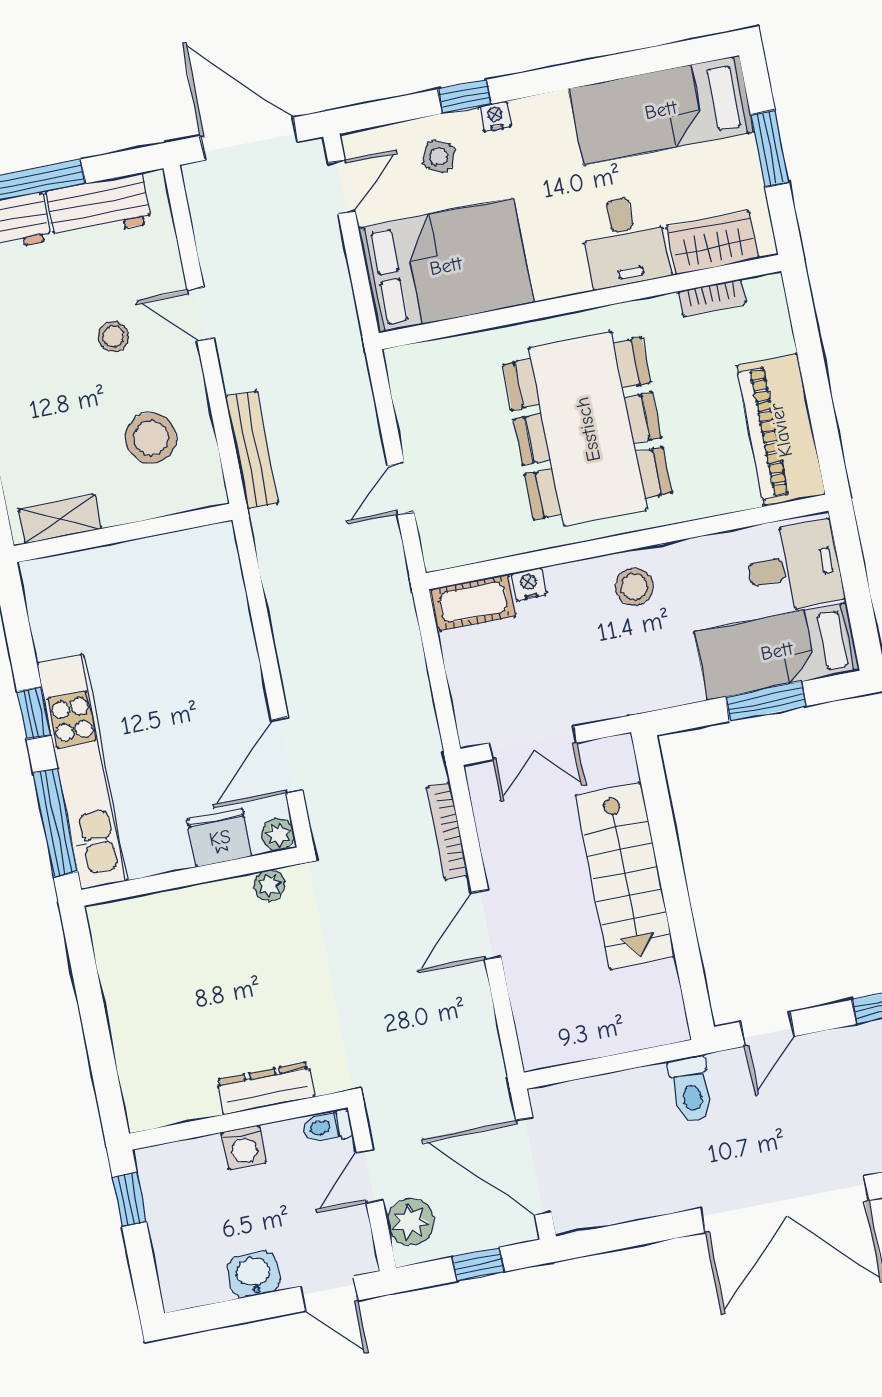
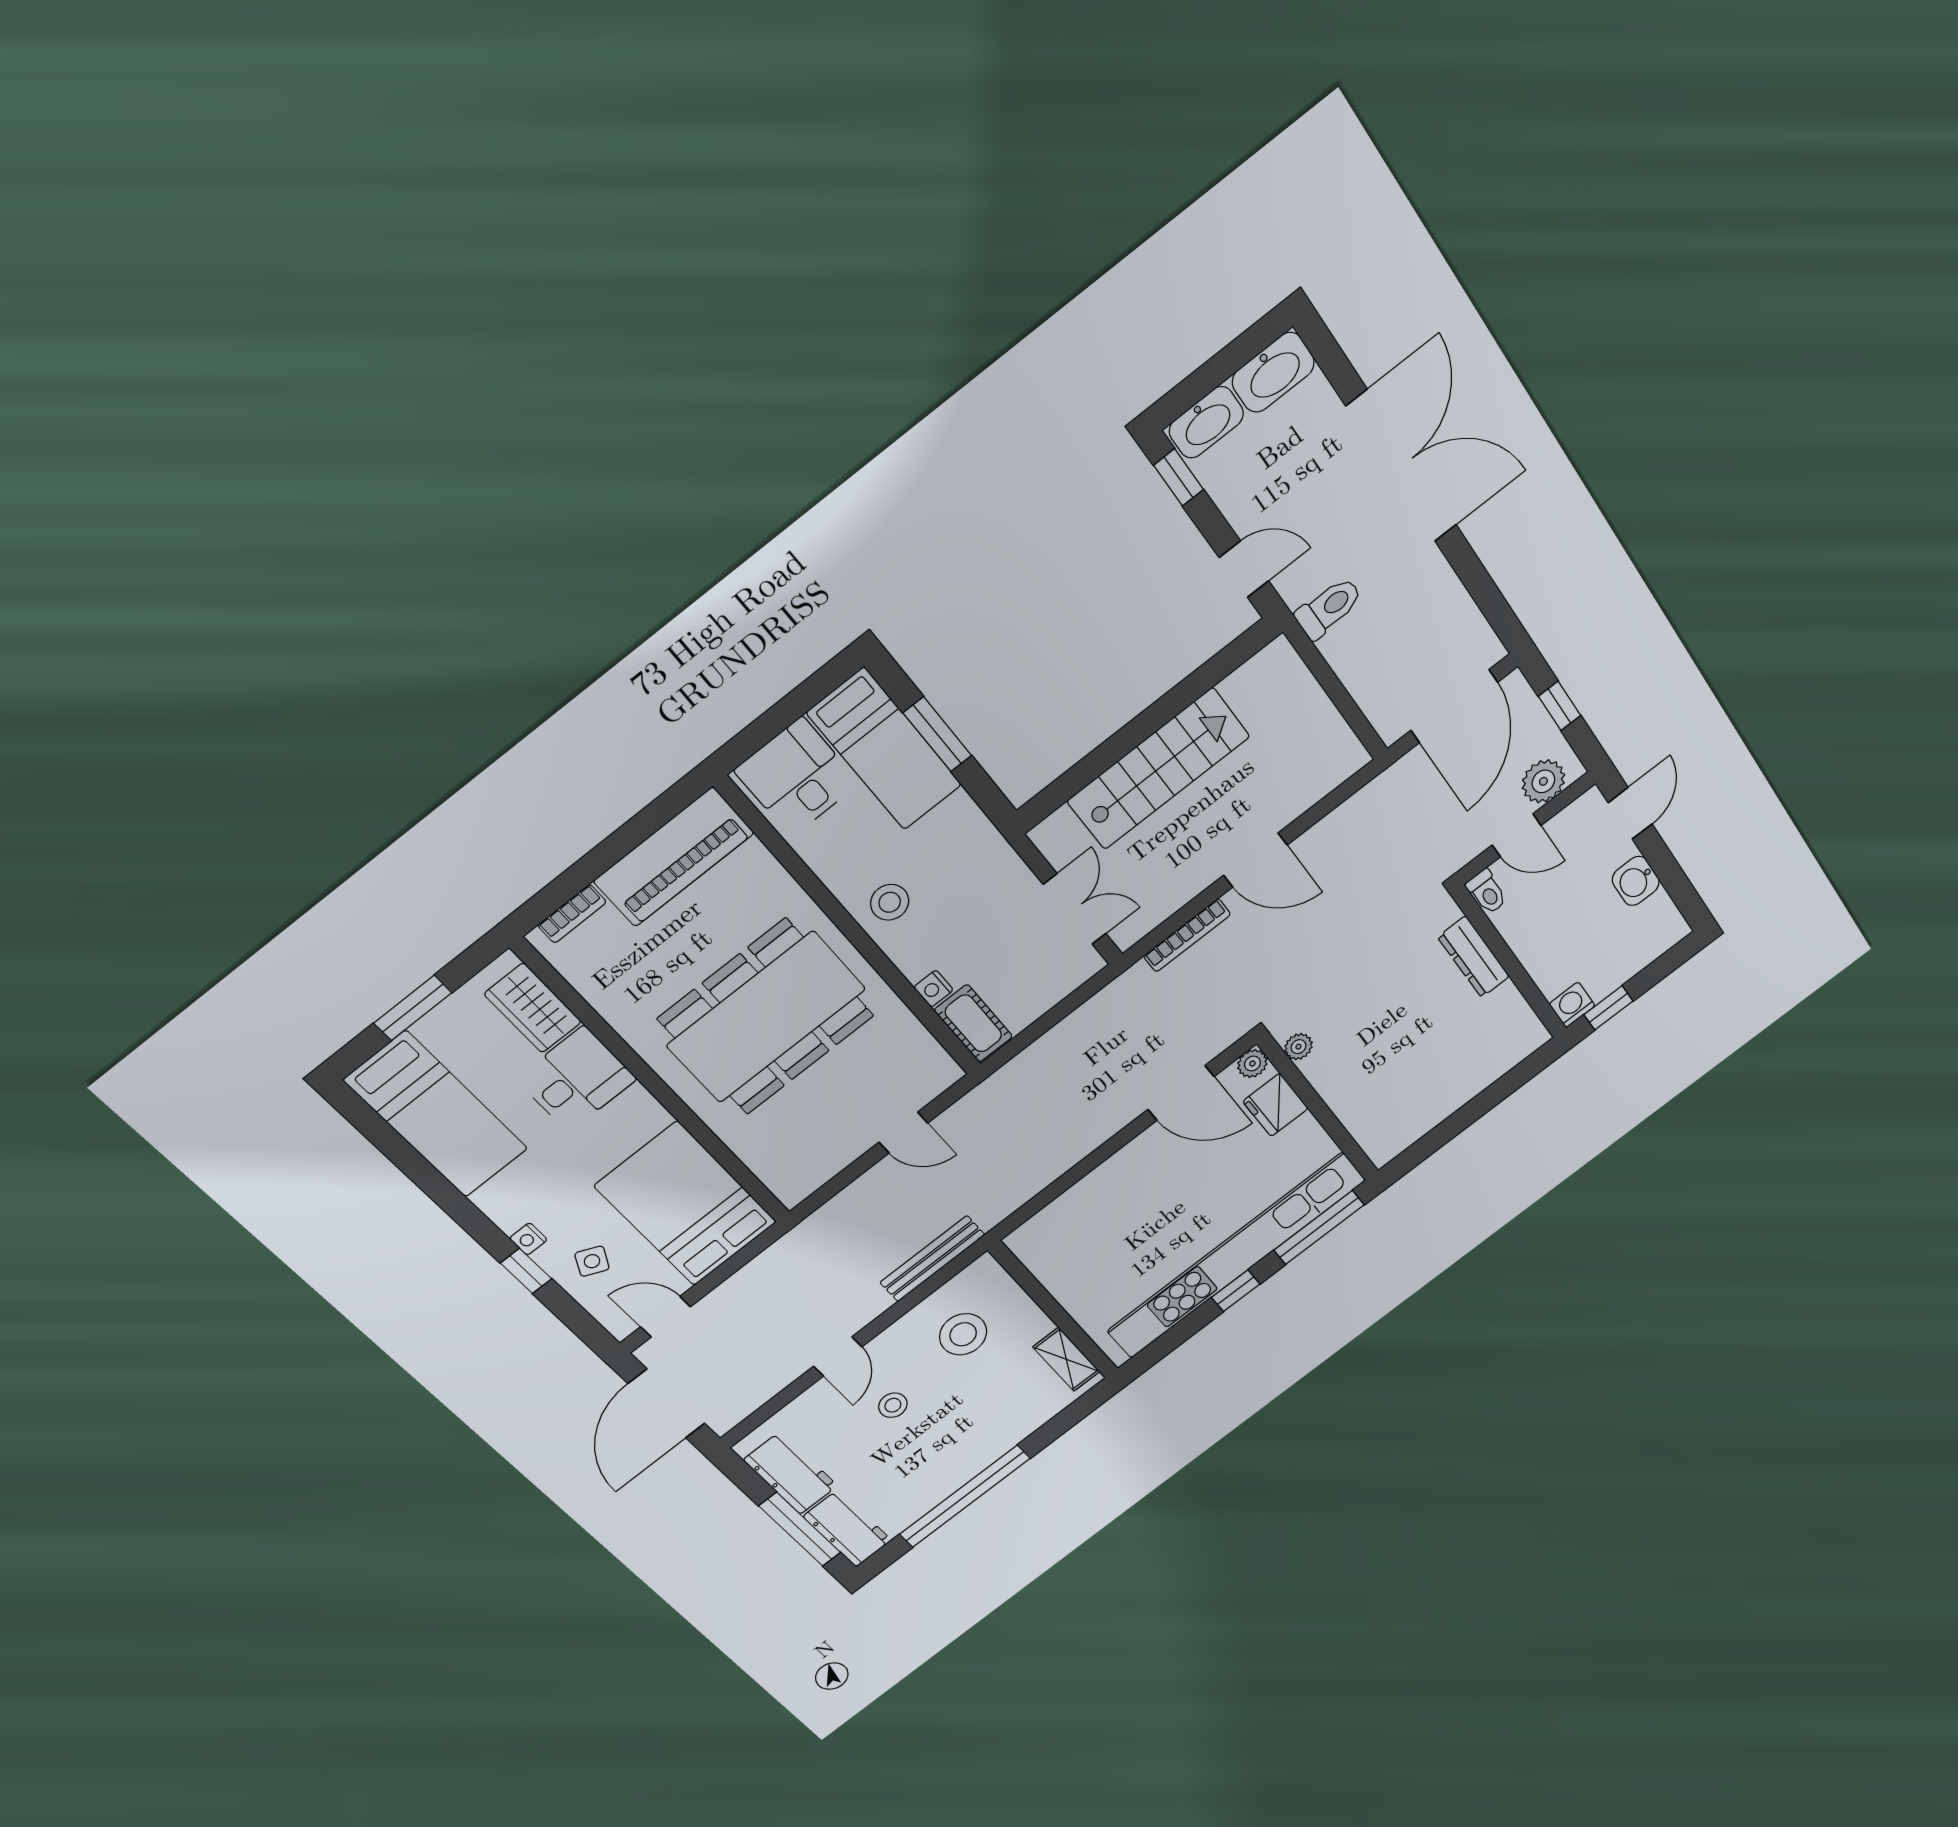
bookcase: (712, 297) -> (572, 914), moved, turned 90
kitchen unit: (82, 772) -> (1236, 1256), width x1.36
washing machine: (244, 1147) -> (1572, 1005), moved, turned -90

